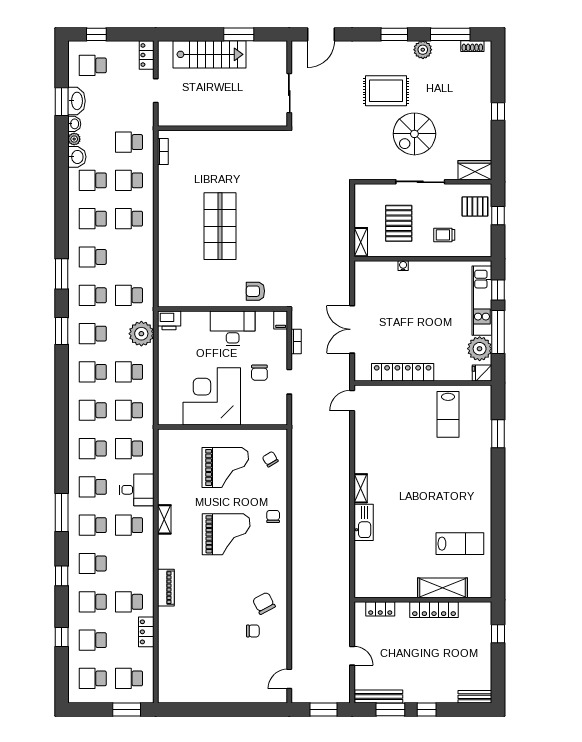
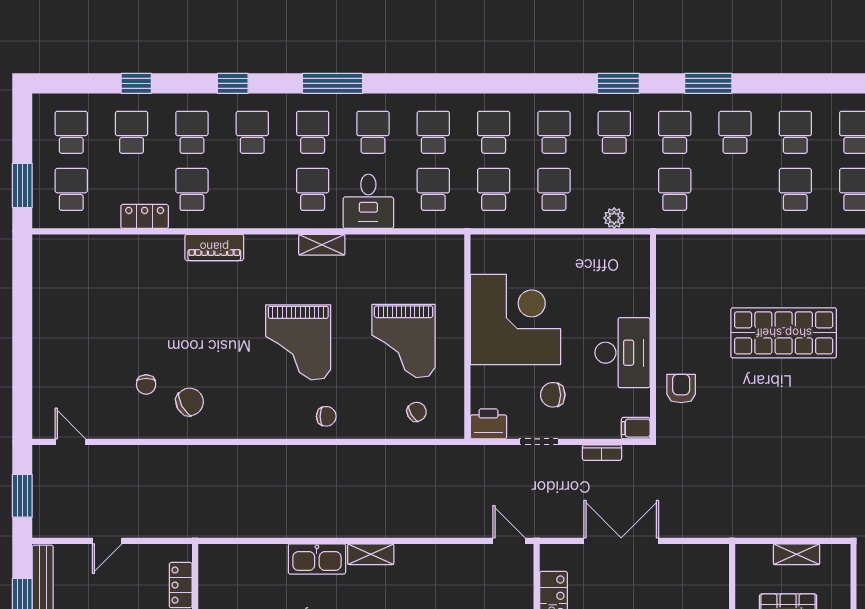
shelving: (361, 242) -> (797, 554), moved
printer: (169, 320) -> (488, 424), moved, turned 90
plant: (141, 334) -> (614, 218), width x0.53, depth x0.53

